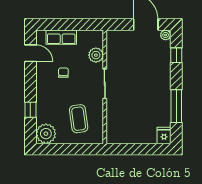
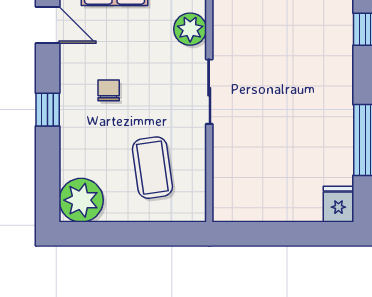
chair: (63, 73) -> (109, 90), moved
window: (30, 110) -> (48, 110), moved

